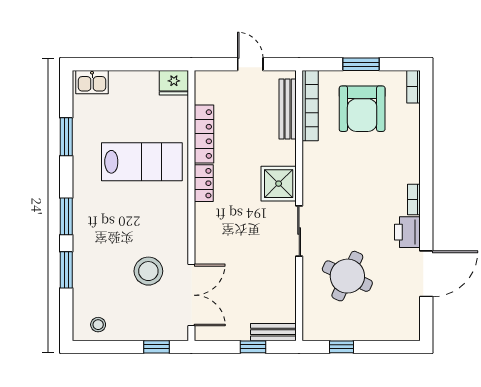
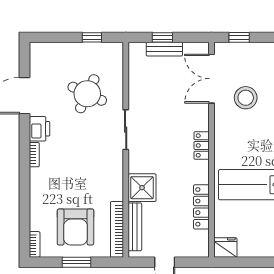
armchair: (362, 109) -> (76, 227), turned 180
locker: (204, 183) -> (202, 145), moved
shower: (279, 184) -> (142, 188), moved
bench: (273, 332) -> (164, 49), moved

